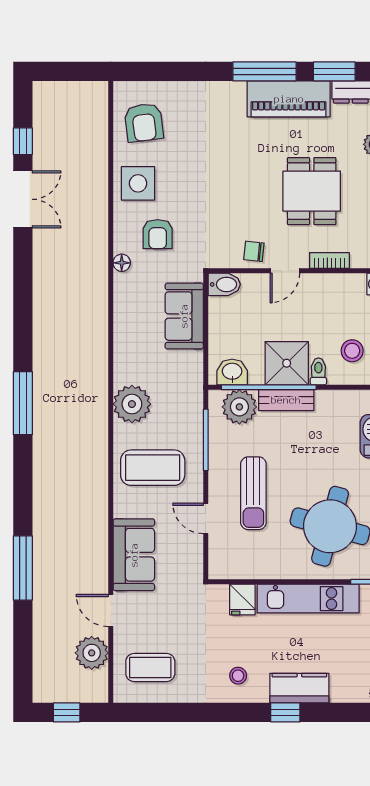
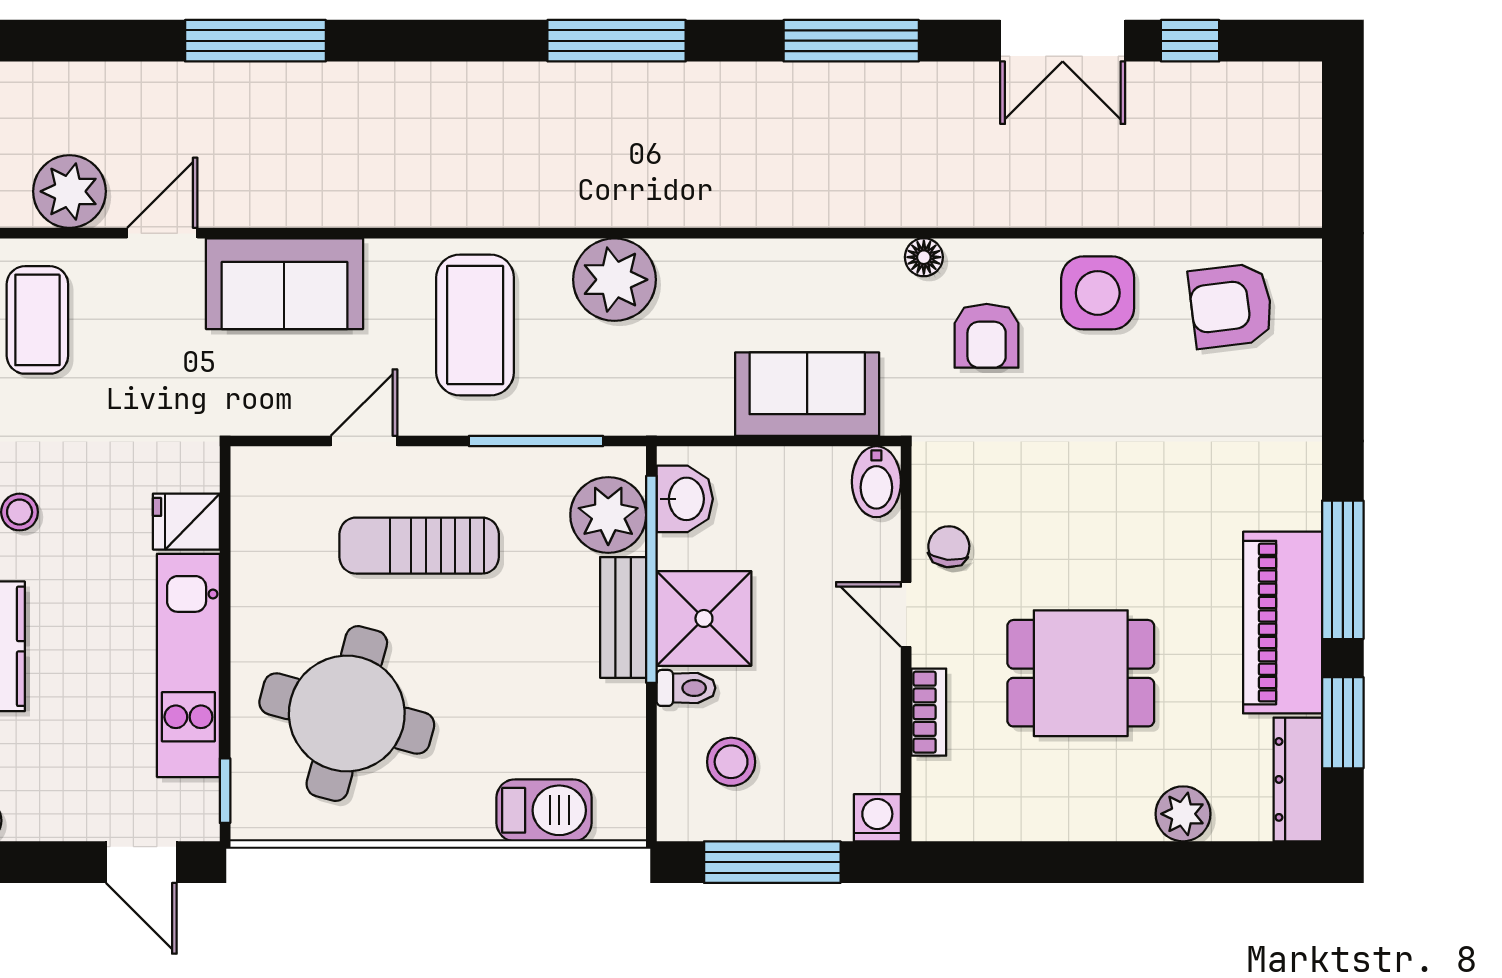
armchair: (158, 234) -> (987, 336), turned -90
window: (23, 296) -> (851, 41), added

